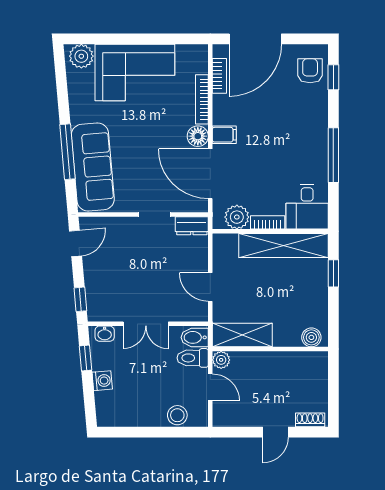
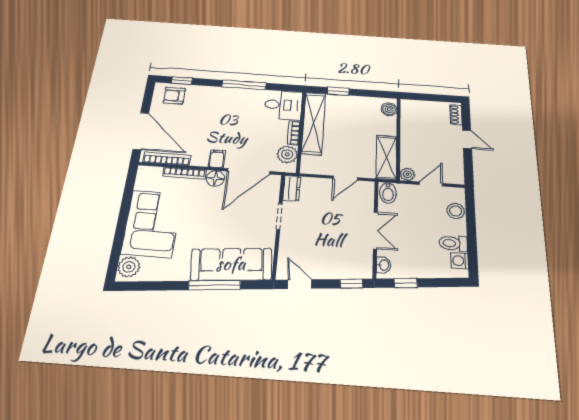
bookcase: (219, 76) -> (167, 159), width x1.56
toilet: (193, 358) -> (453, 243), moved, turned 90
washing machine: (102, 381) -> (460, 261), moved, turned -85

